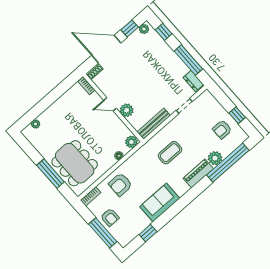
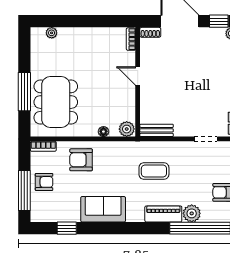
plant: (127, 110) -> (148, 95), removed
bench: (154, 124) -> (157, 130), width x0.73
armchair: (110, 217) -> (44, 182), turned -90

